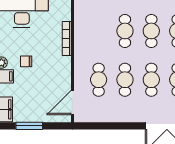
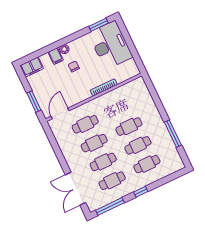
door: (72, 102) -> (60, 113), hinge flipped
window: (29, 126) -> (34, 102), moved

